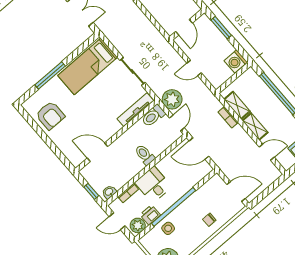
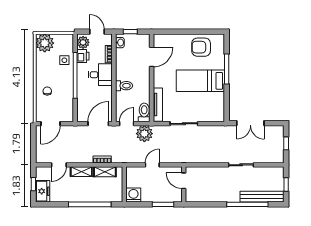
bed: (88, 66) -> (200, 81), moved, turned -90
door: (177, 123) -> (127, 124), swing flipped
door: (117, 221) -> (97, 32), hinge flipped

